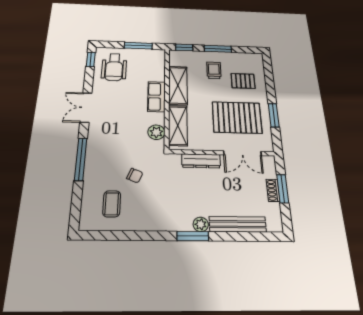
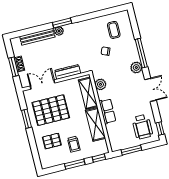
wheelchair: (114, 67) -> (142, 127), turned 180
plant: (96, 141) -> (136, 67), added

